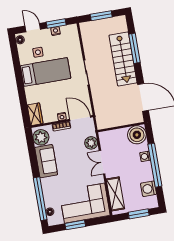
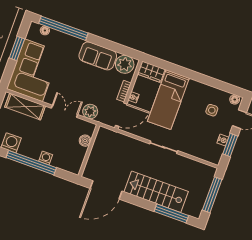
window: (101, 16) -> (212, 195), width x1.44
window: (135, 48) -> (171, 213), moved
bed: (46, 72) -> (168, 100), moved
boiler: (137, 135) -> (85, 141), moved, width x0.54, depth x0.54

